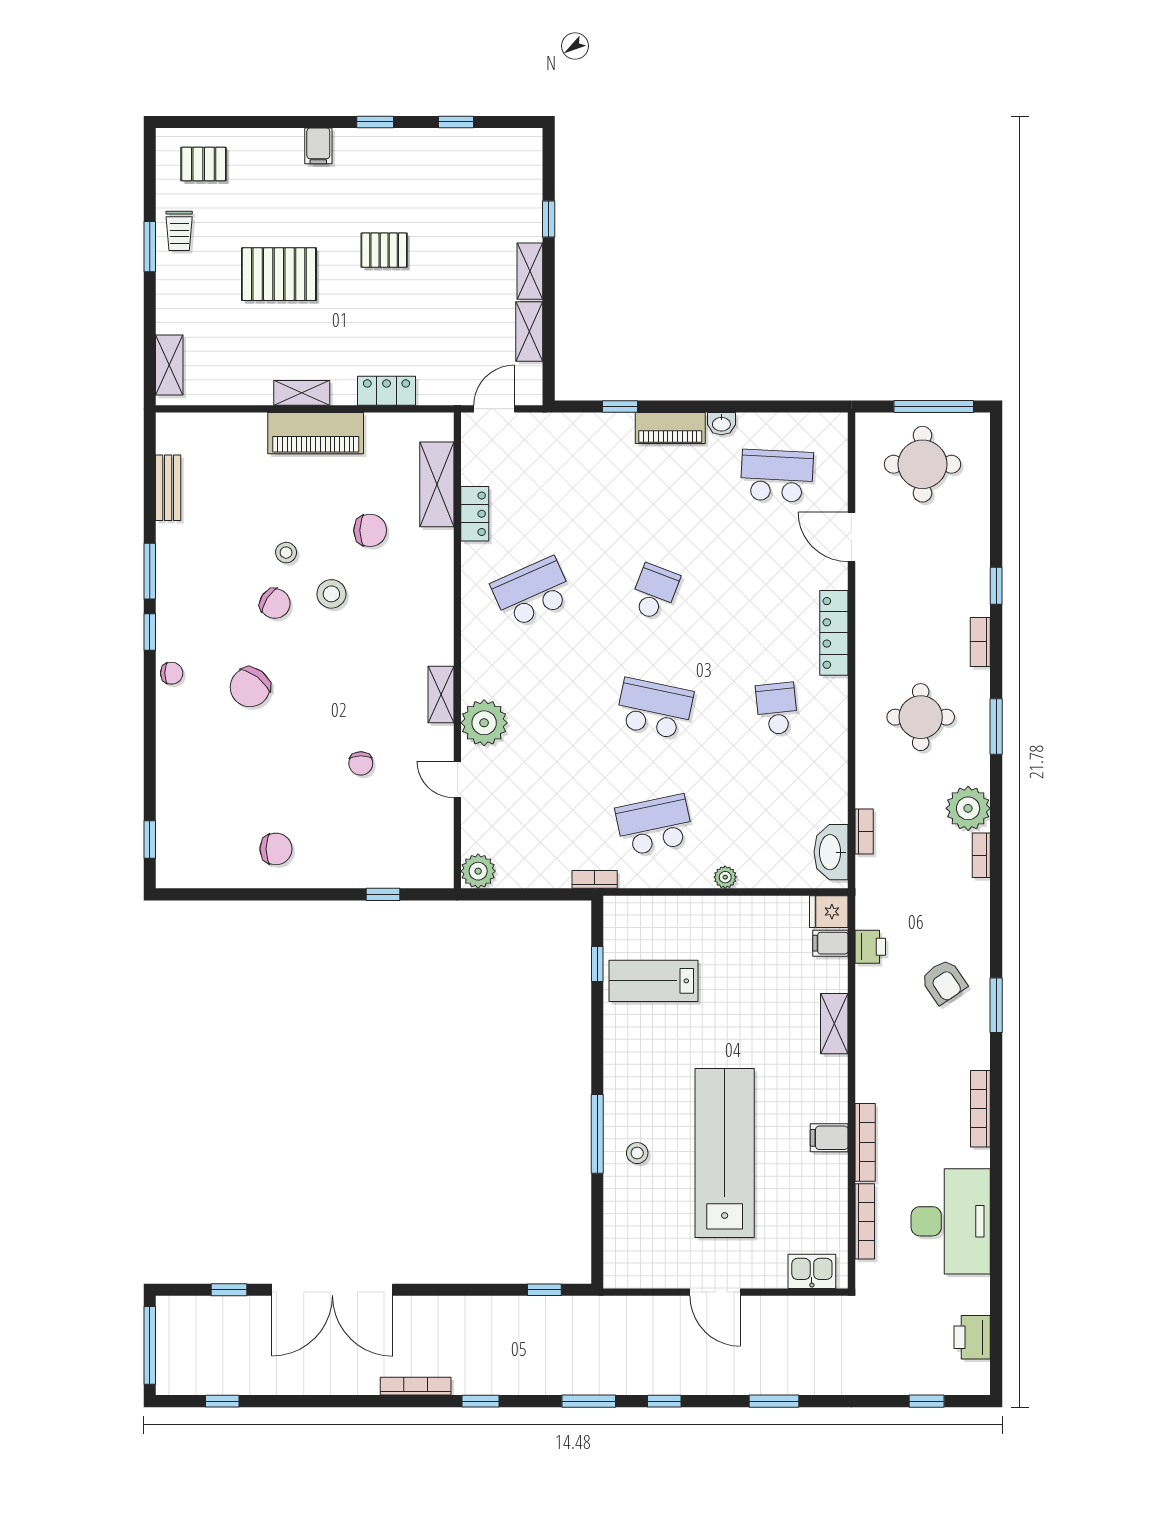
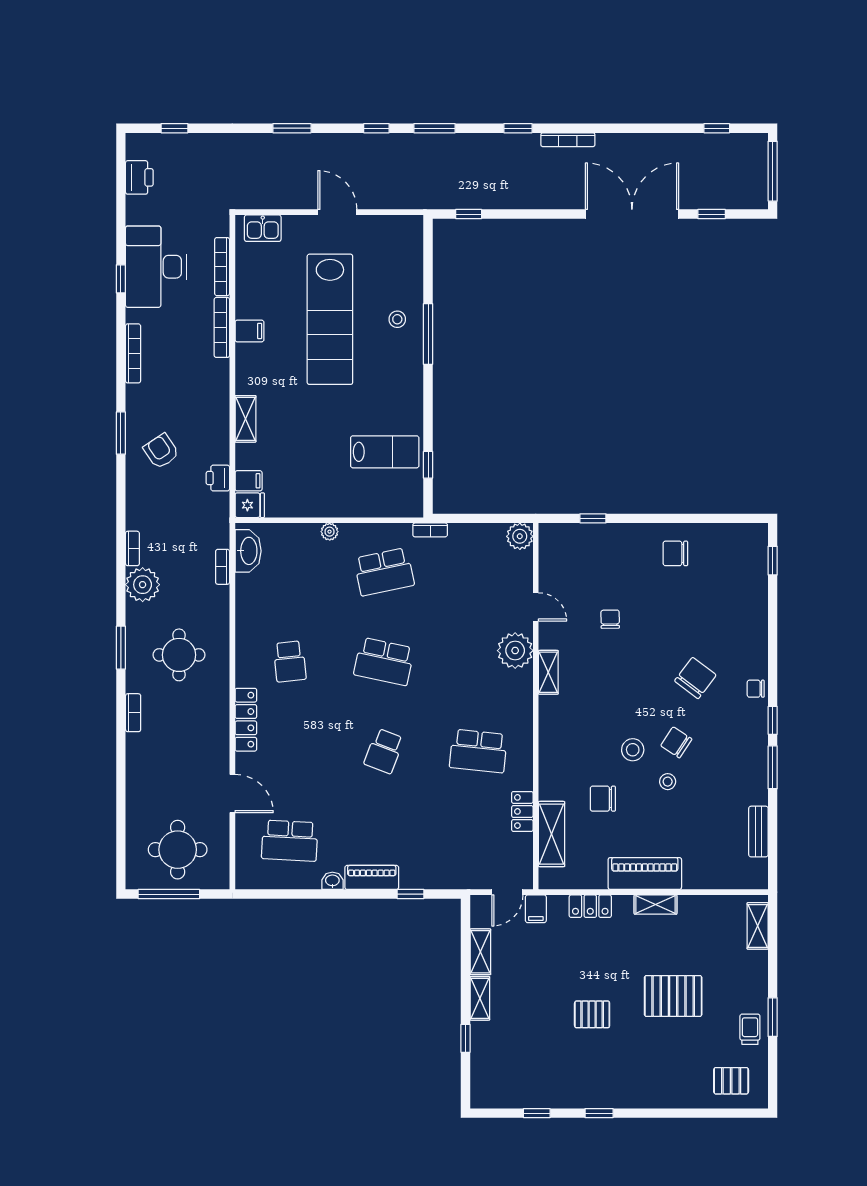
filing cabinet: (318, 146) -> (536, 909), moved, turned 180
window: (996, 586) -> (121, 279), moved
school desk: (532, 592) -> (478, 751), turned 30

